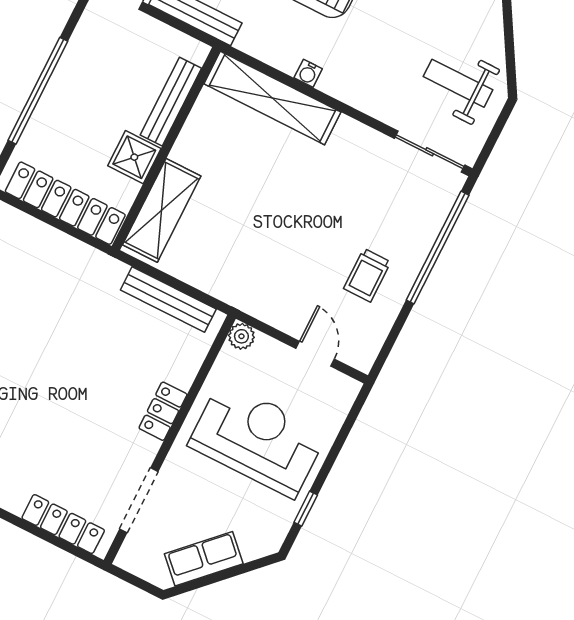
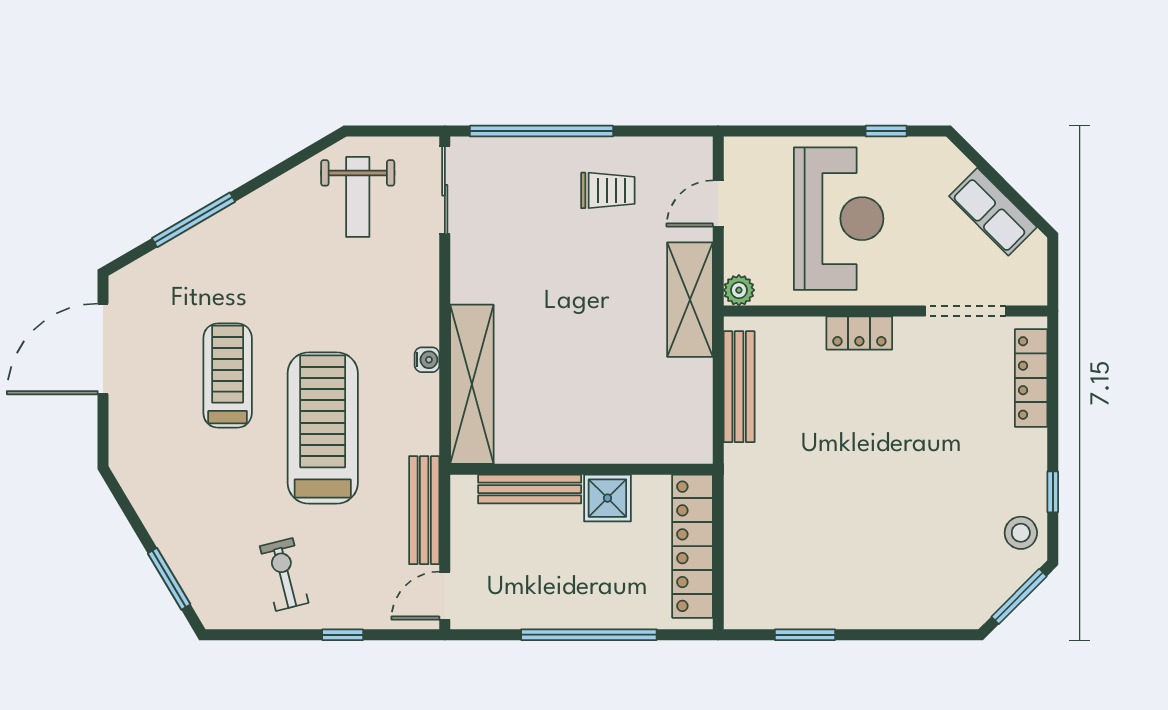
shelving: (162, 210) -> (690, 300), moved, turned 90
reception desk: (258, 439) -> (839, 219), turned 180

